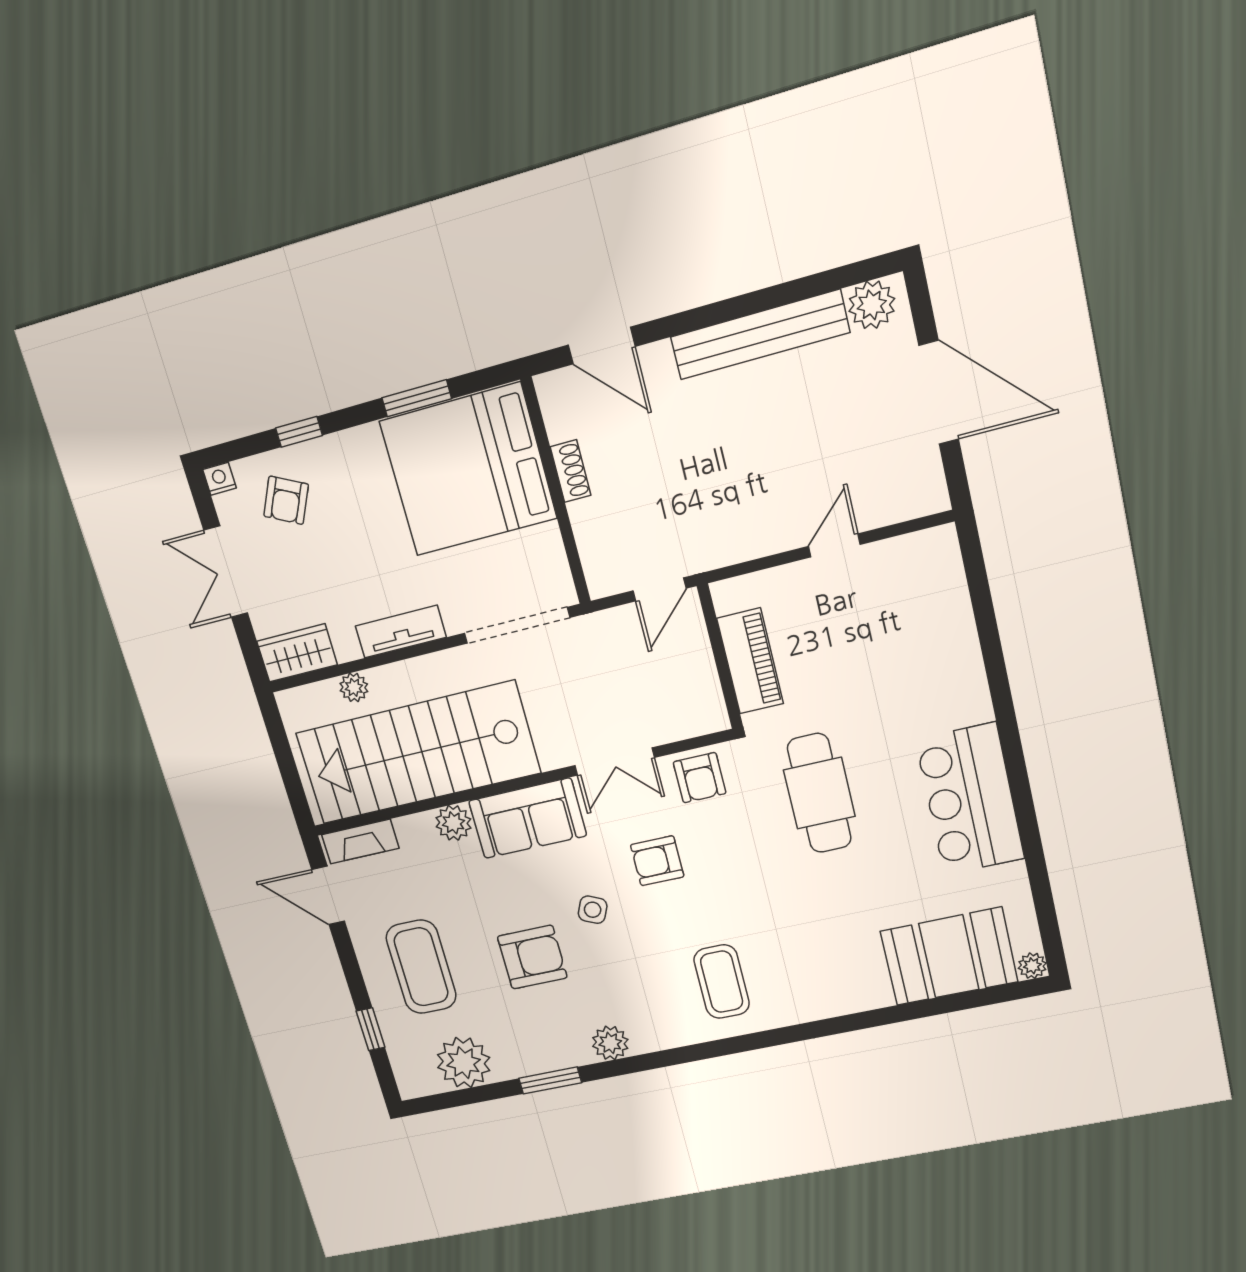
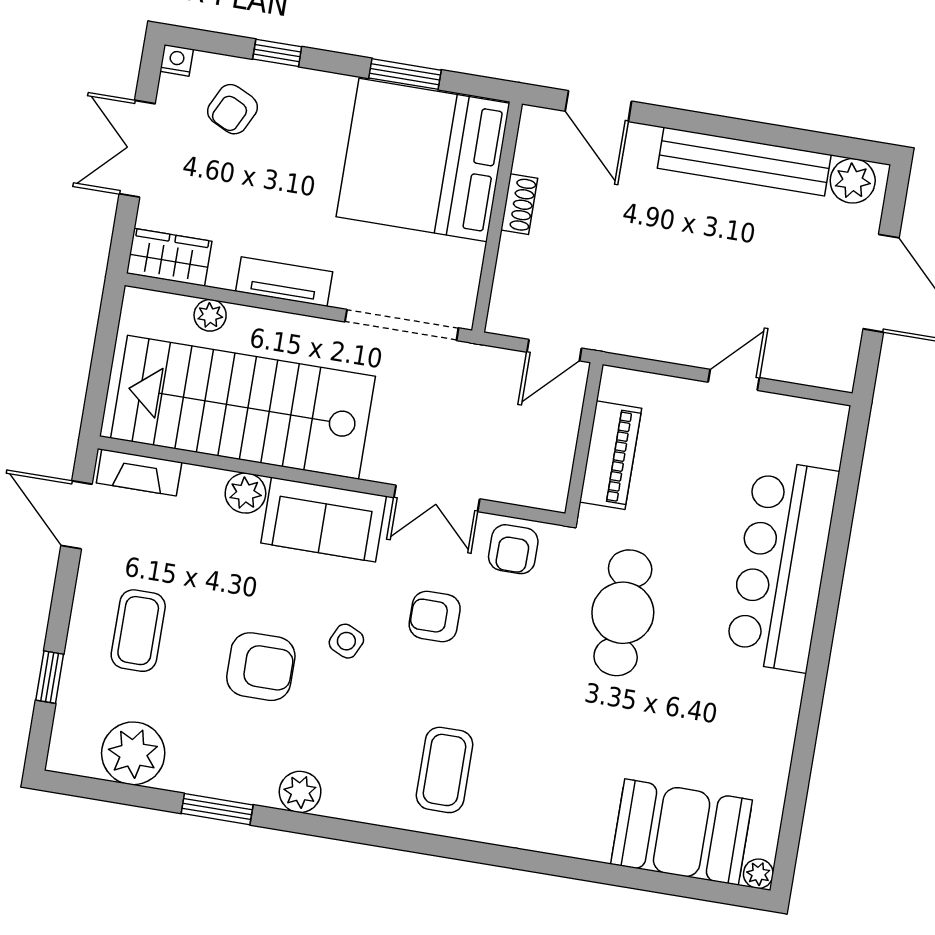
bar counter: (970, 799) -> (782, 566), moved, width x1.36
coffee table: (421, 967) -> (138, 631), width x0.73, depth x0.76

